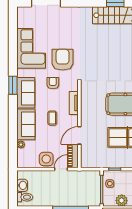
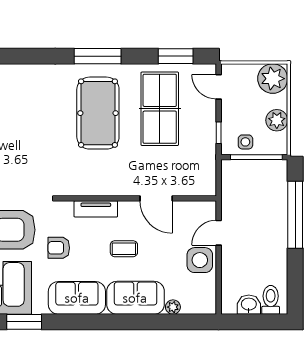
window: (13, 85) -> (24, 322), moved
piano: (73, 156) -> (195, 210), removed
door: (61, 169) -> (219, 233), hinge flipped

